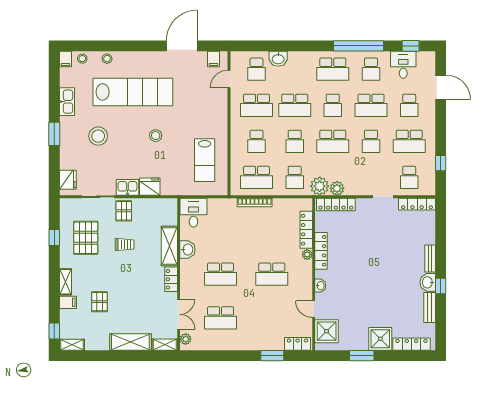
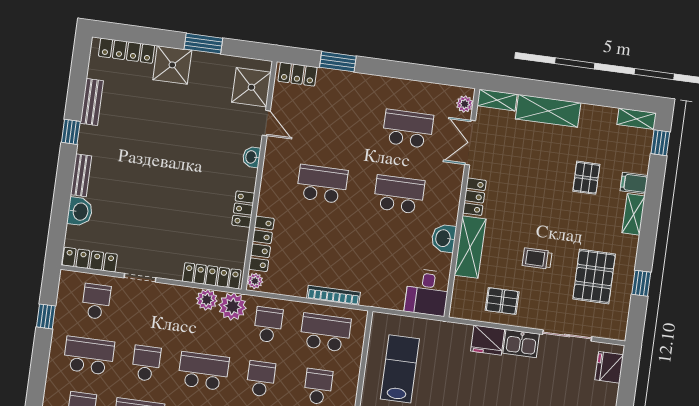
pallet: (124, 211) -> (502, 301), moved, turned 90
locker: (321, 251) -> (243, 209), width x0.66
plant: (307, 255) -> (255, 281), moved
washbasin: (428, 282) -> (80, 212), moved

